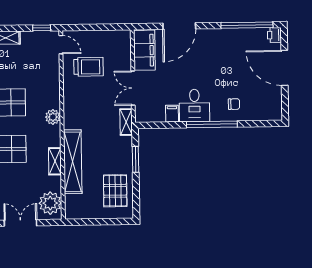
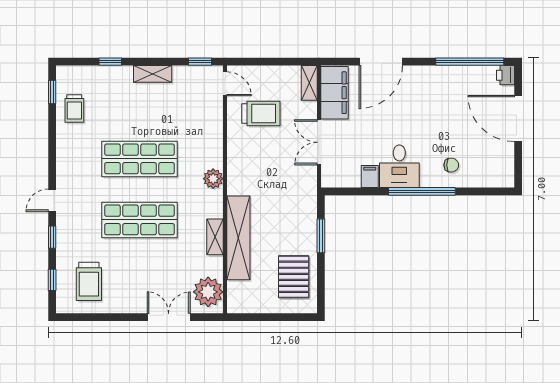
shelving: (126, 122) -> (309, 83), moved

